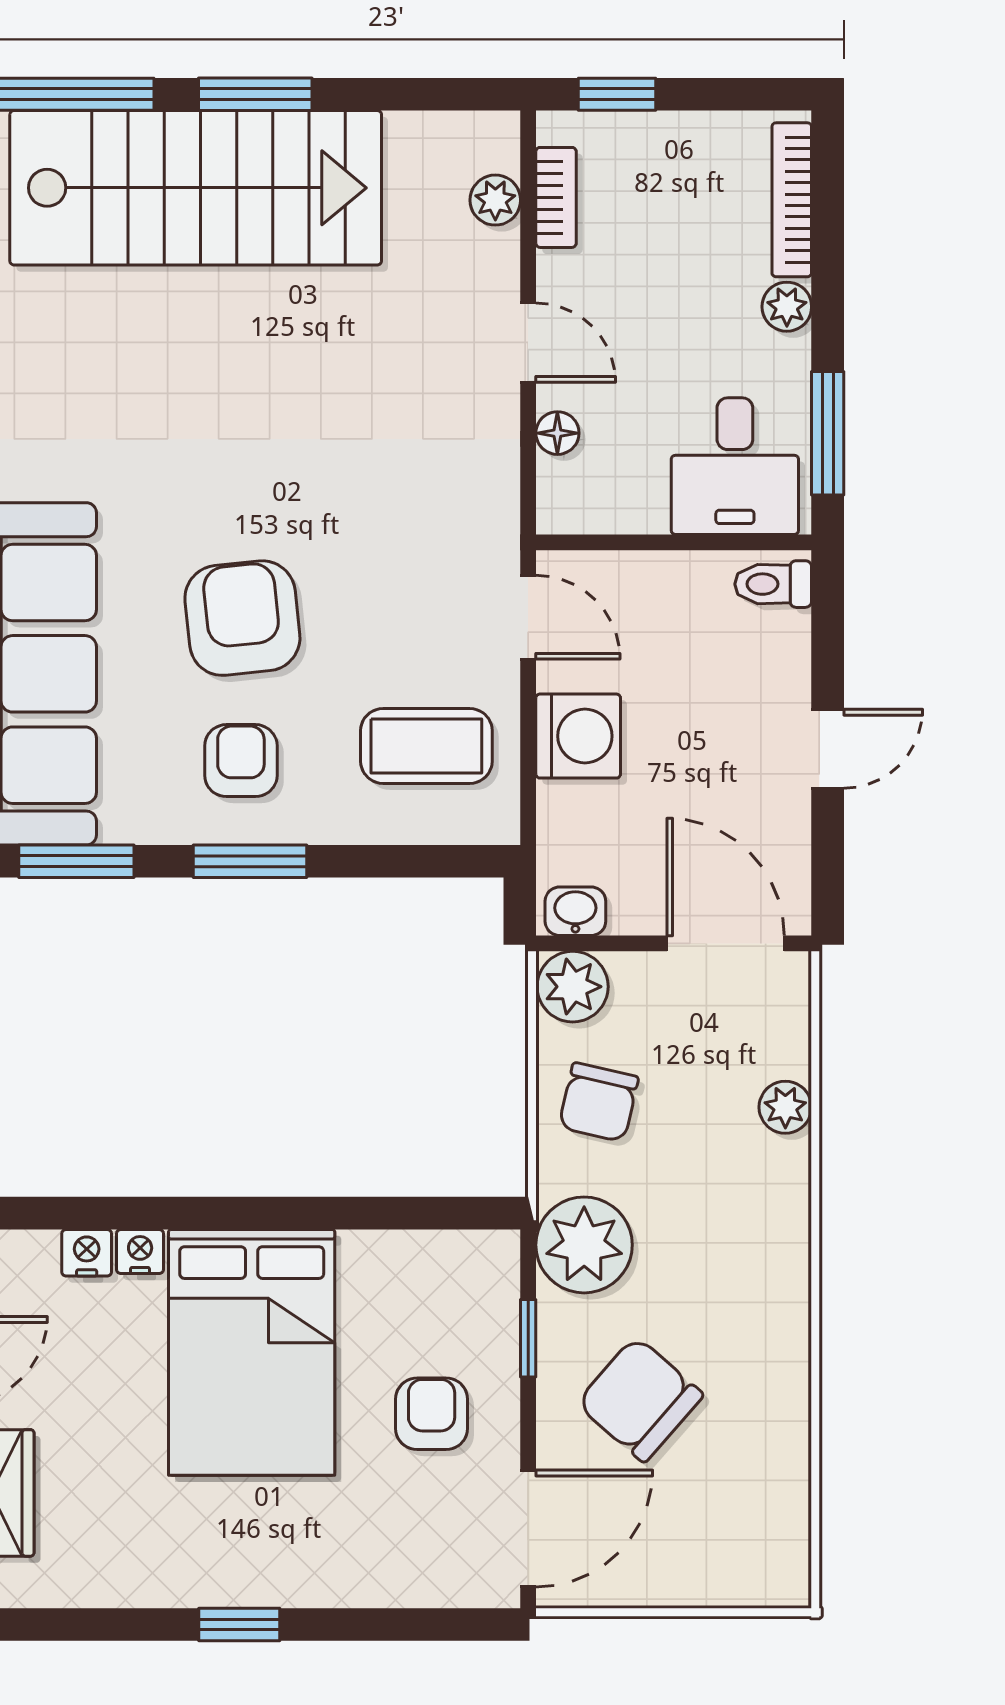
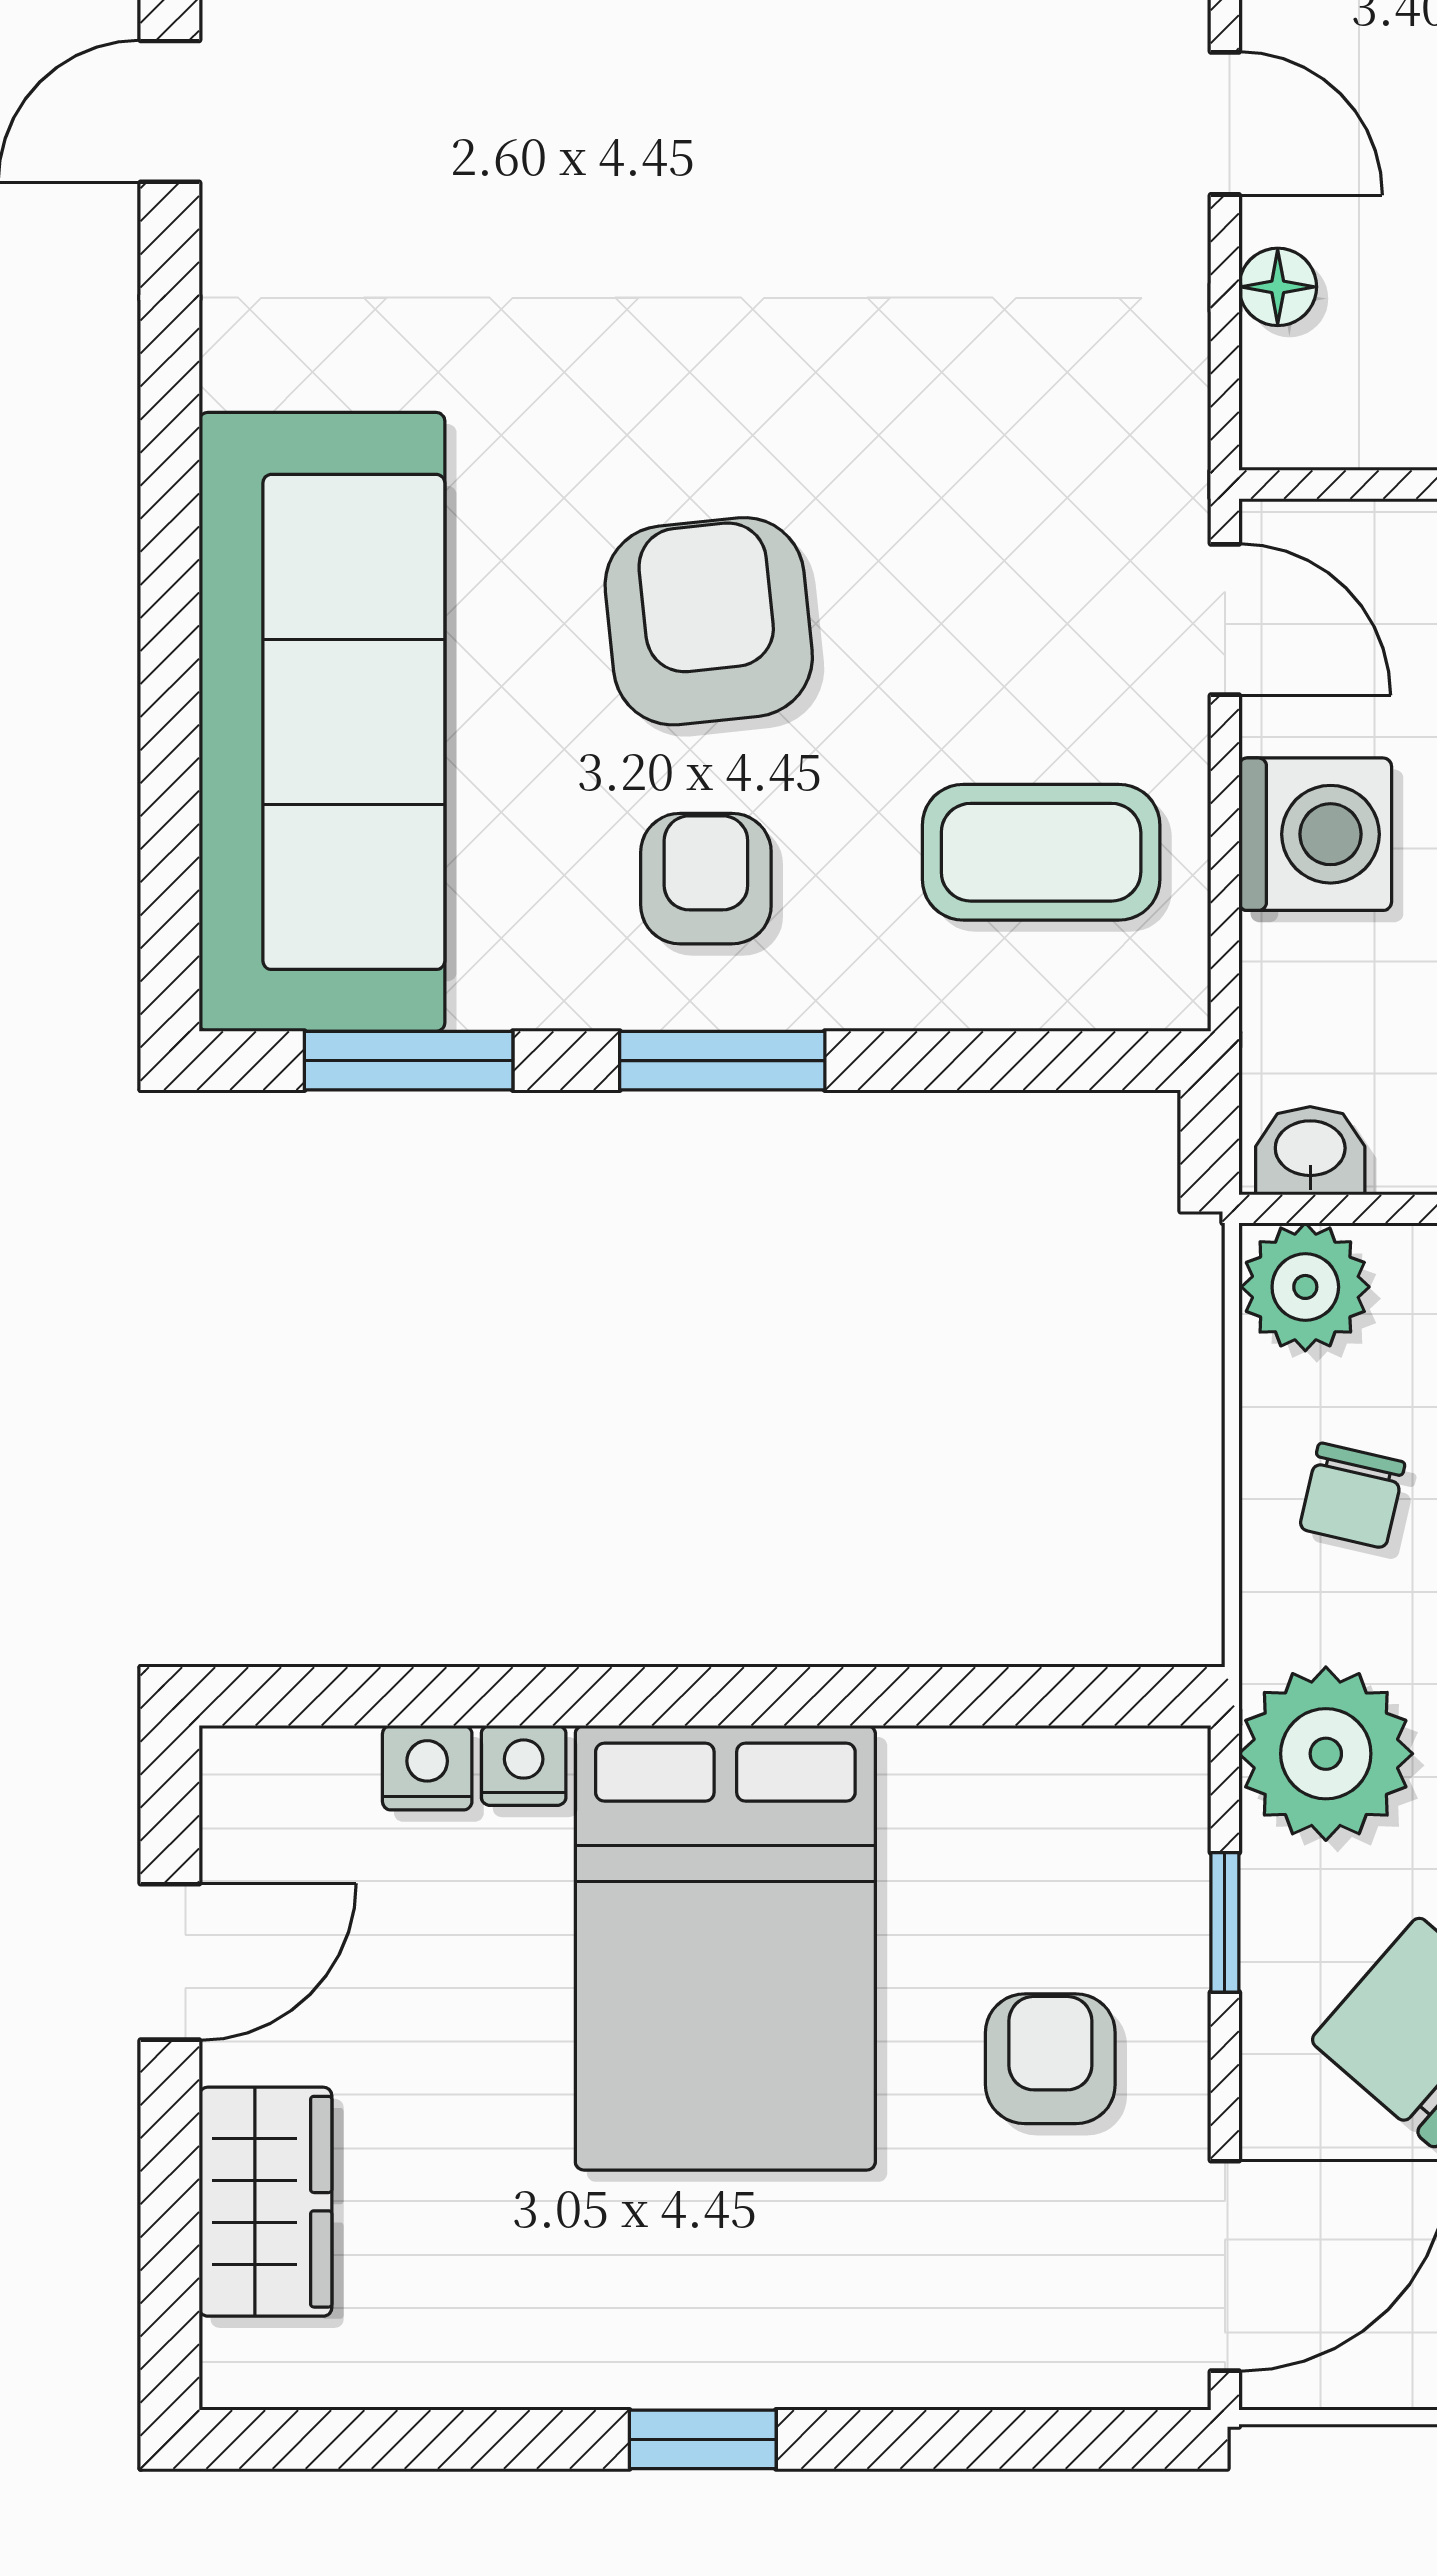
chair: (599, 1102) -> (1352, 1496), width x0.73, depth x0.73

